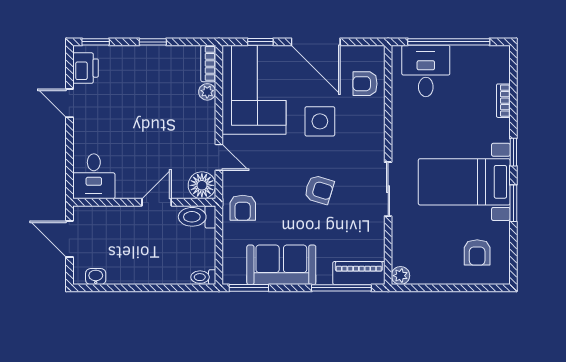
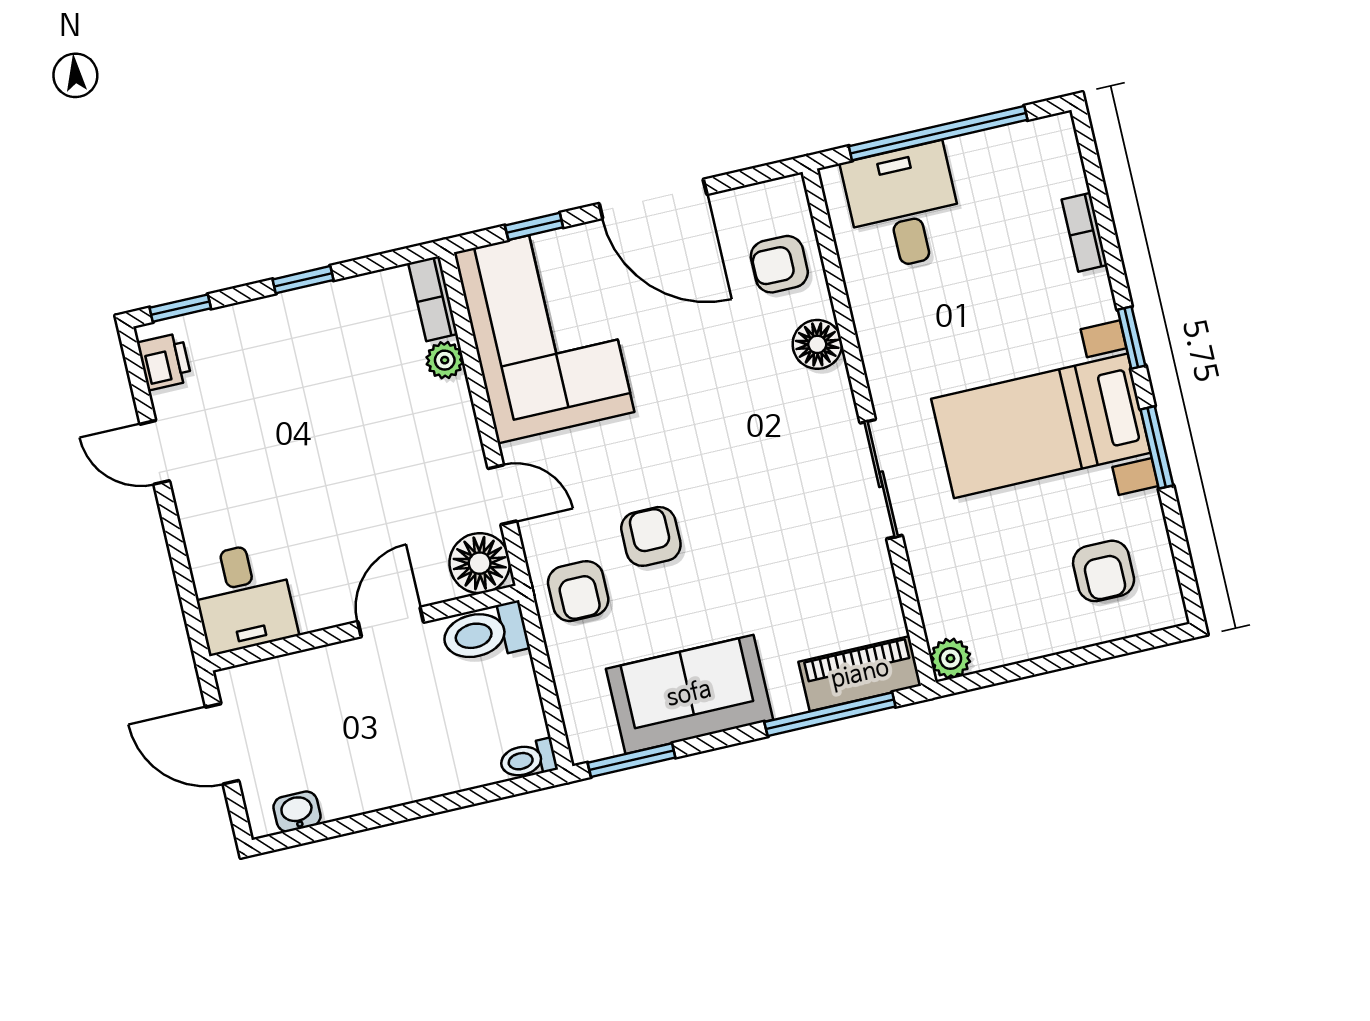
printer: (85, 68) -> (164, 362), width x0.73, depth x0.81
side table: (320, 121) -> (701, 368), removed
floor lamp: (374, 123) -> (817, 344), added
armchair: (319, 190) -> (651, 536), moved, turned -107

